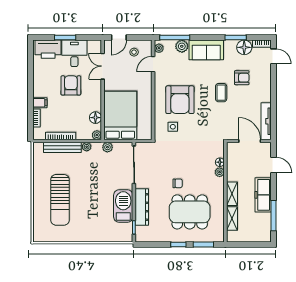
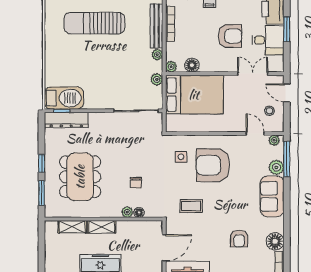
window: (236, 38) -> (287, 231), removed
coffee table: (221, 93) -> (191, 206), moved
chair: (178, 183) -> (136, 183), moved
barbecue: (123, 206) -> (64, 98), moved
dresser: (142, 207) -> (66, 120), moved

